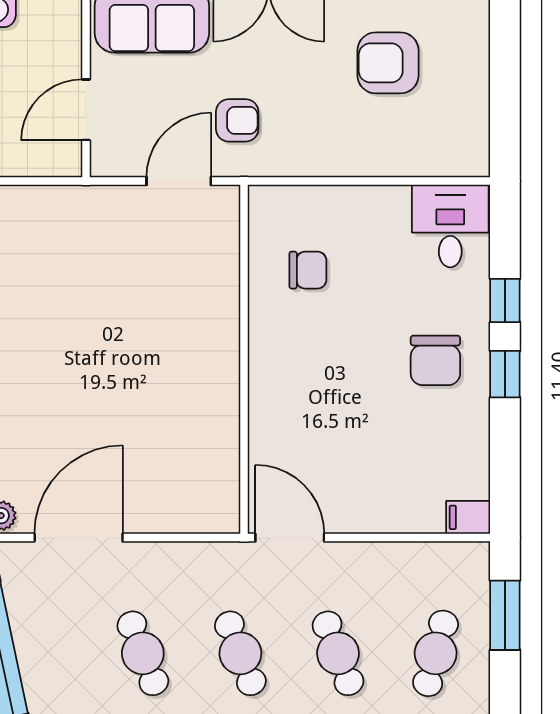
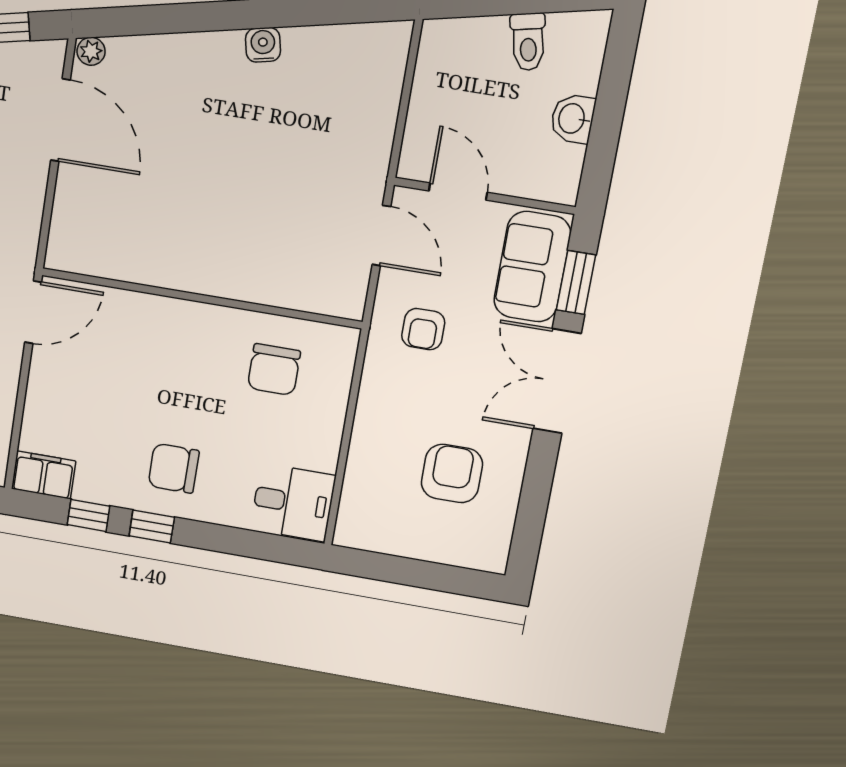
door: (179, 181) -> (381, 235), moved
chair: (308, 270) -> (274, 370), width x1.37, depth x1.37
window: (505, 300) -> (88, 515), moved
filing cabinet: (468, 517) -> (43, 475), width x2.00

